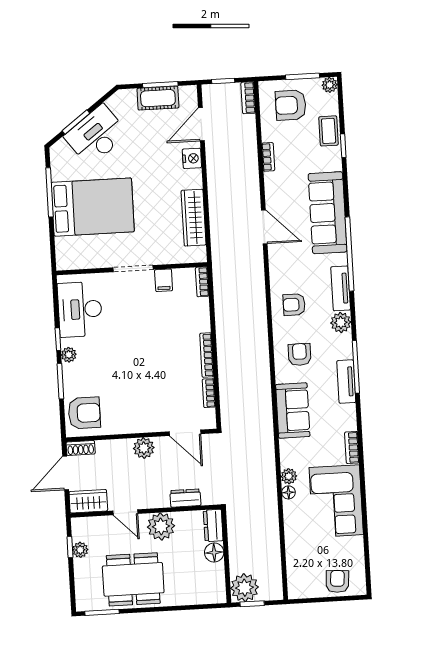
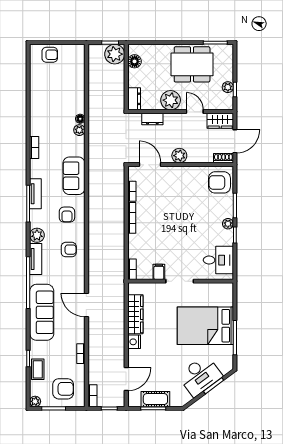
nightstand: (192, 158) -> (134, 342), moved
desk: (80, 309) -> (218, 260), width x0.73
corner sofa: (336, 501) -> (47, 111), removed
floor lamp: (214, 552) -> (135, 61), moved
armchair: (337, 581) -> (50, 55), turned -94

